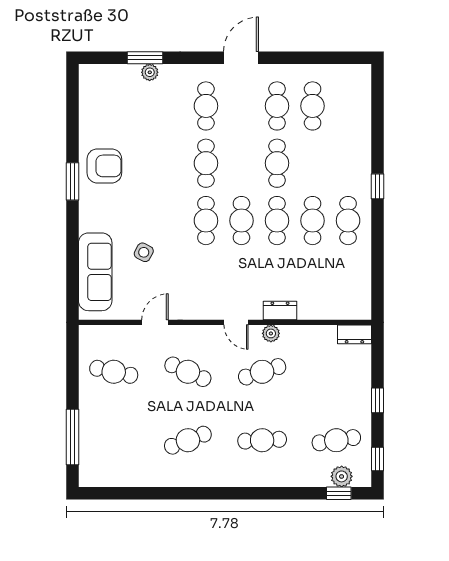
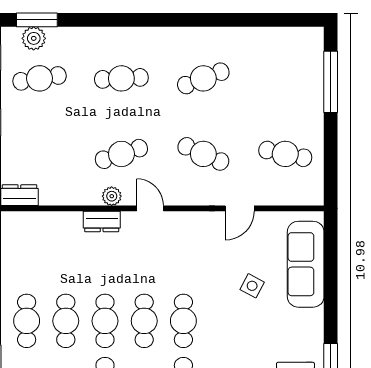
window: (339, 493) -> (37, 20), width x1.50

